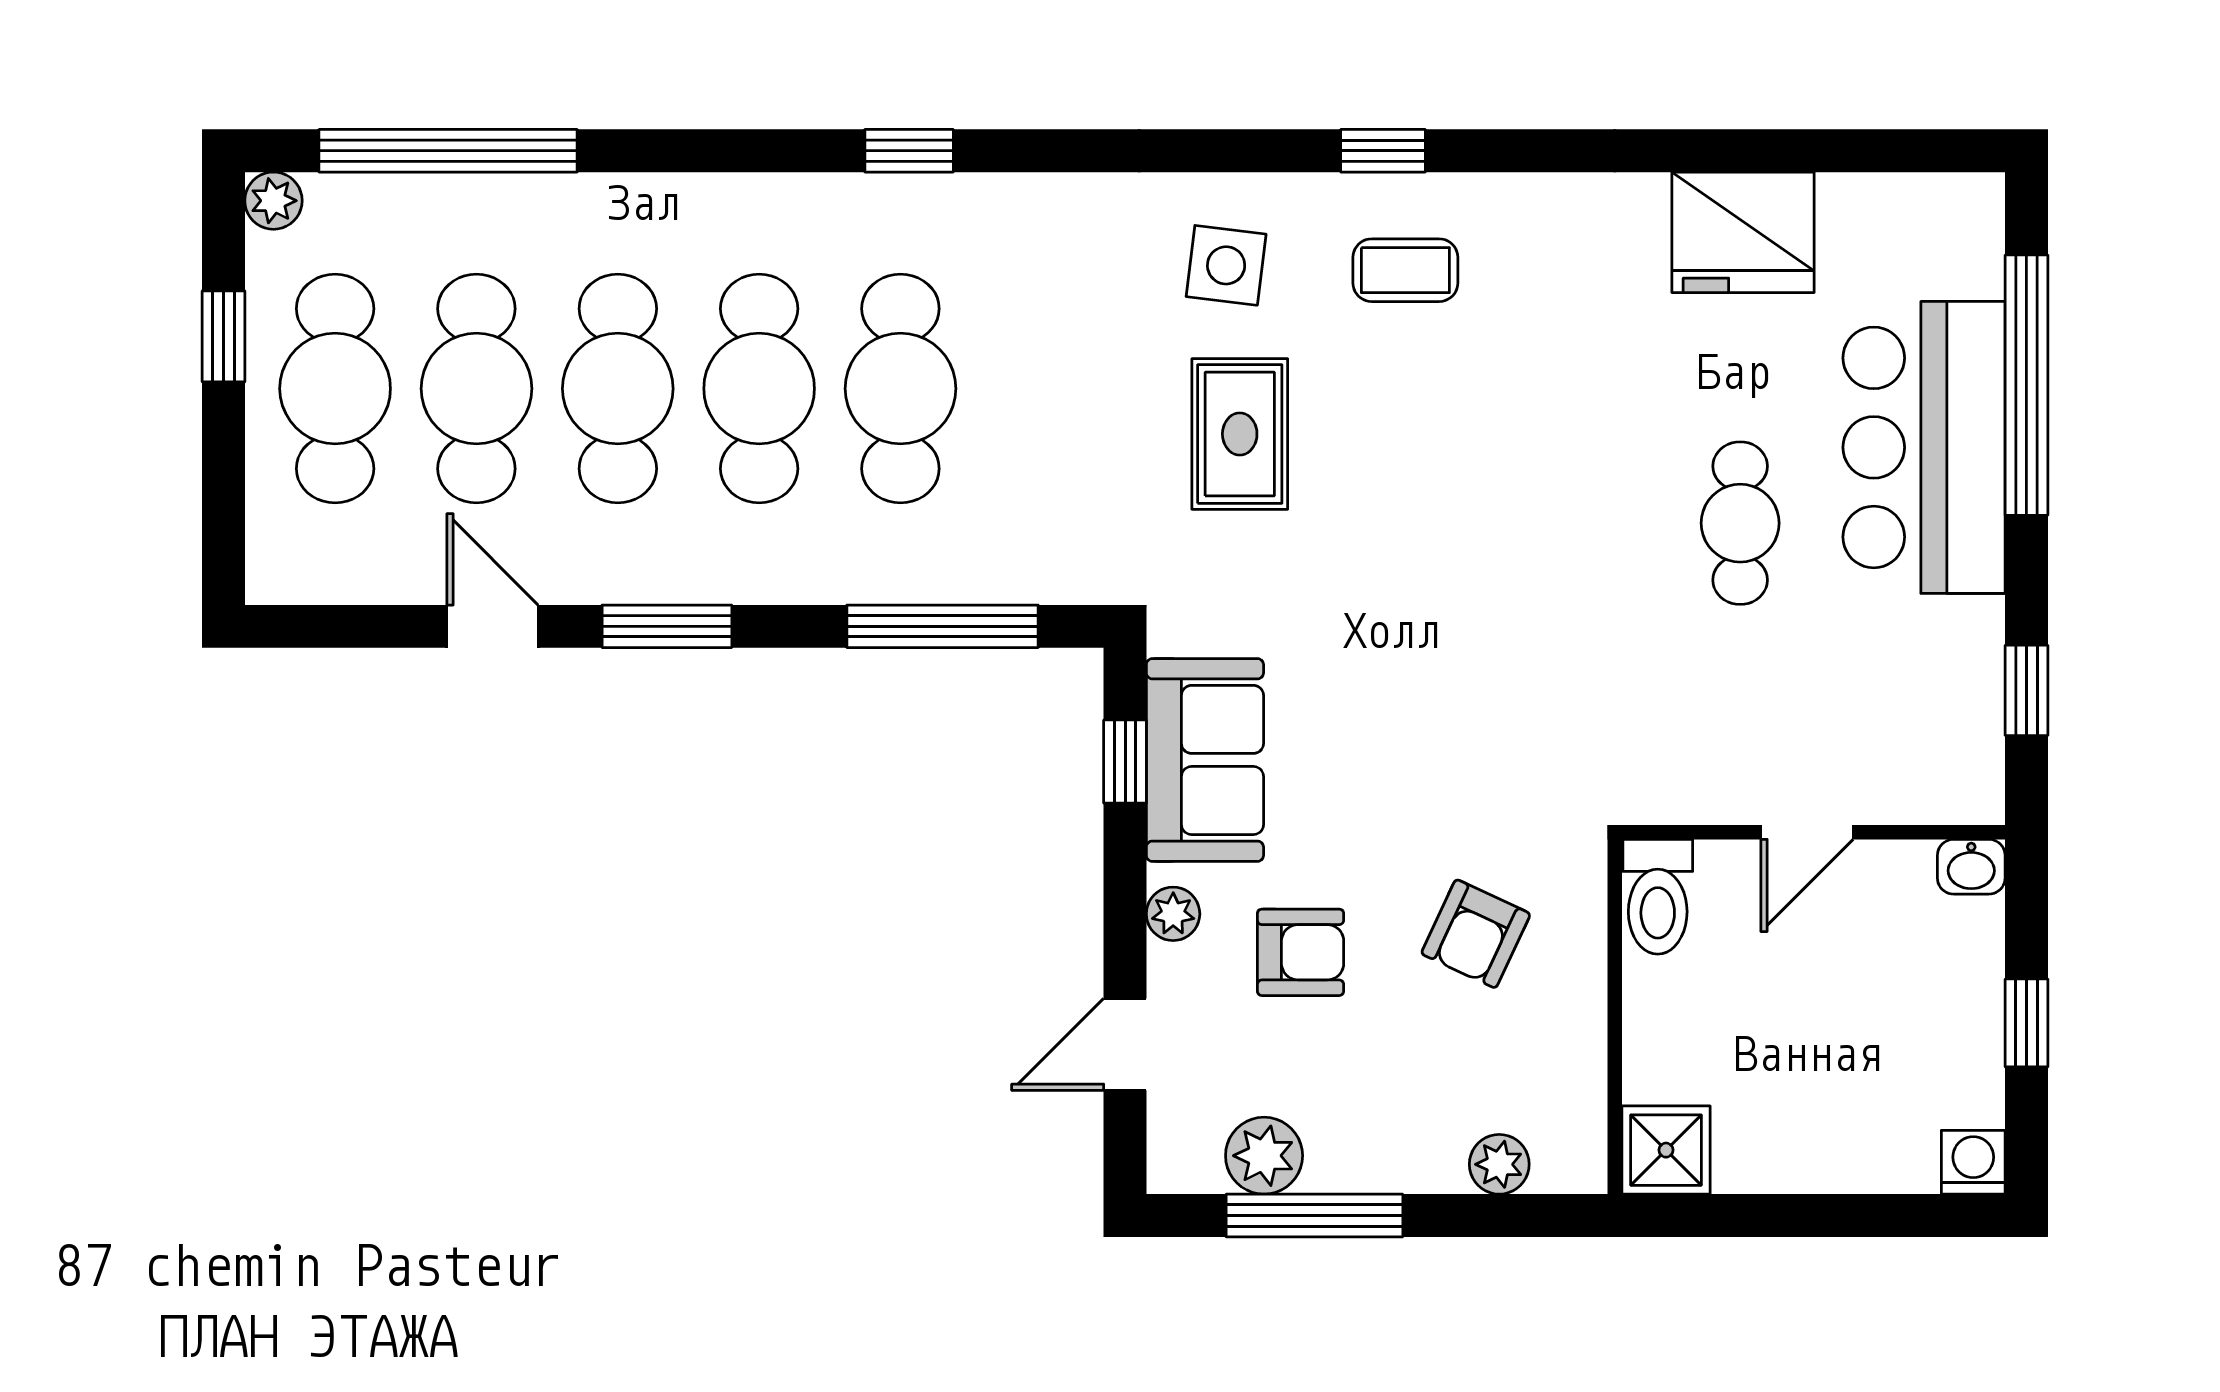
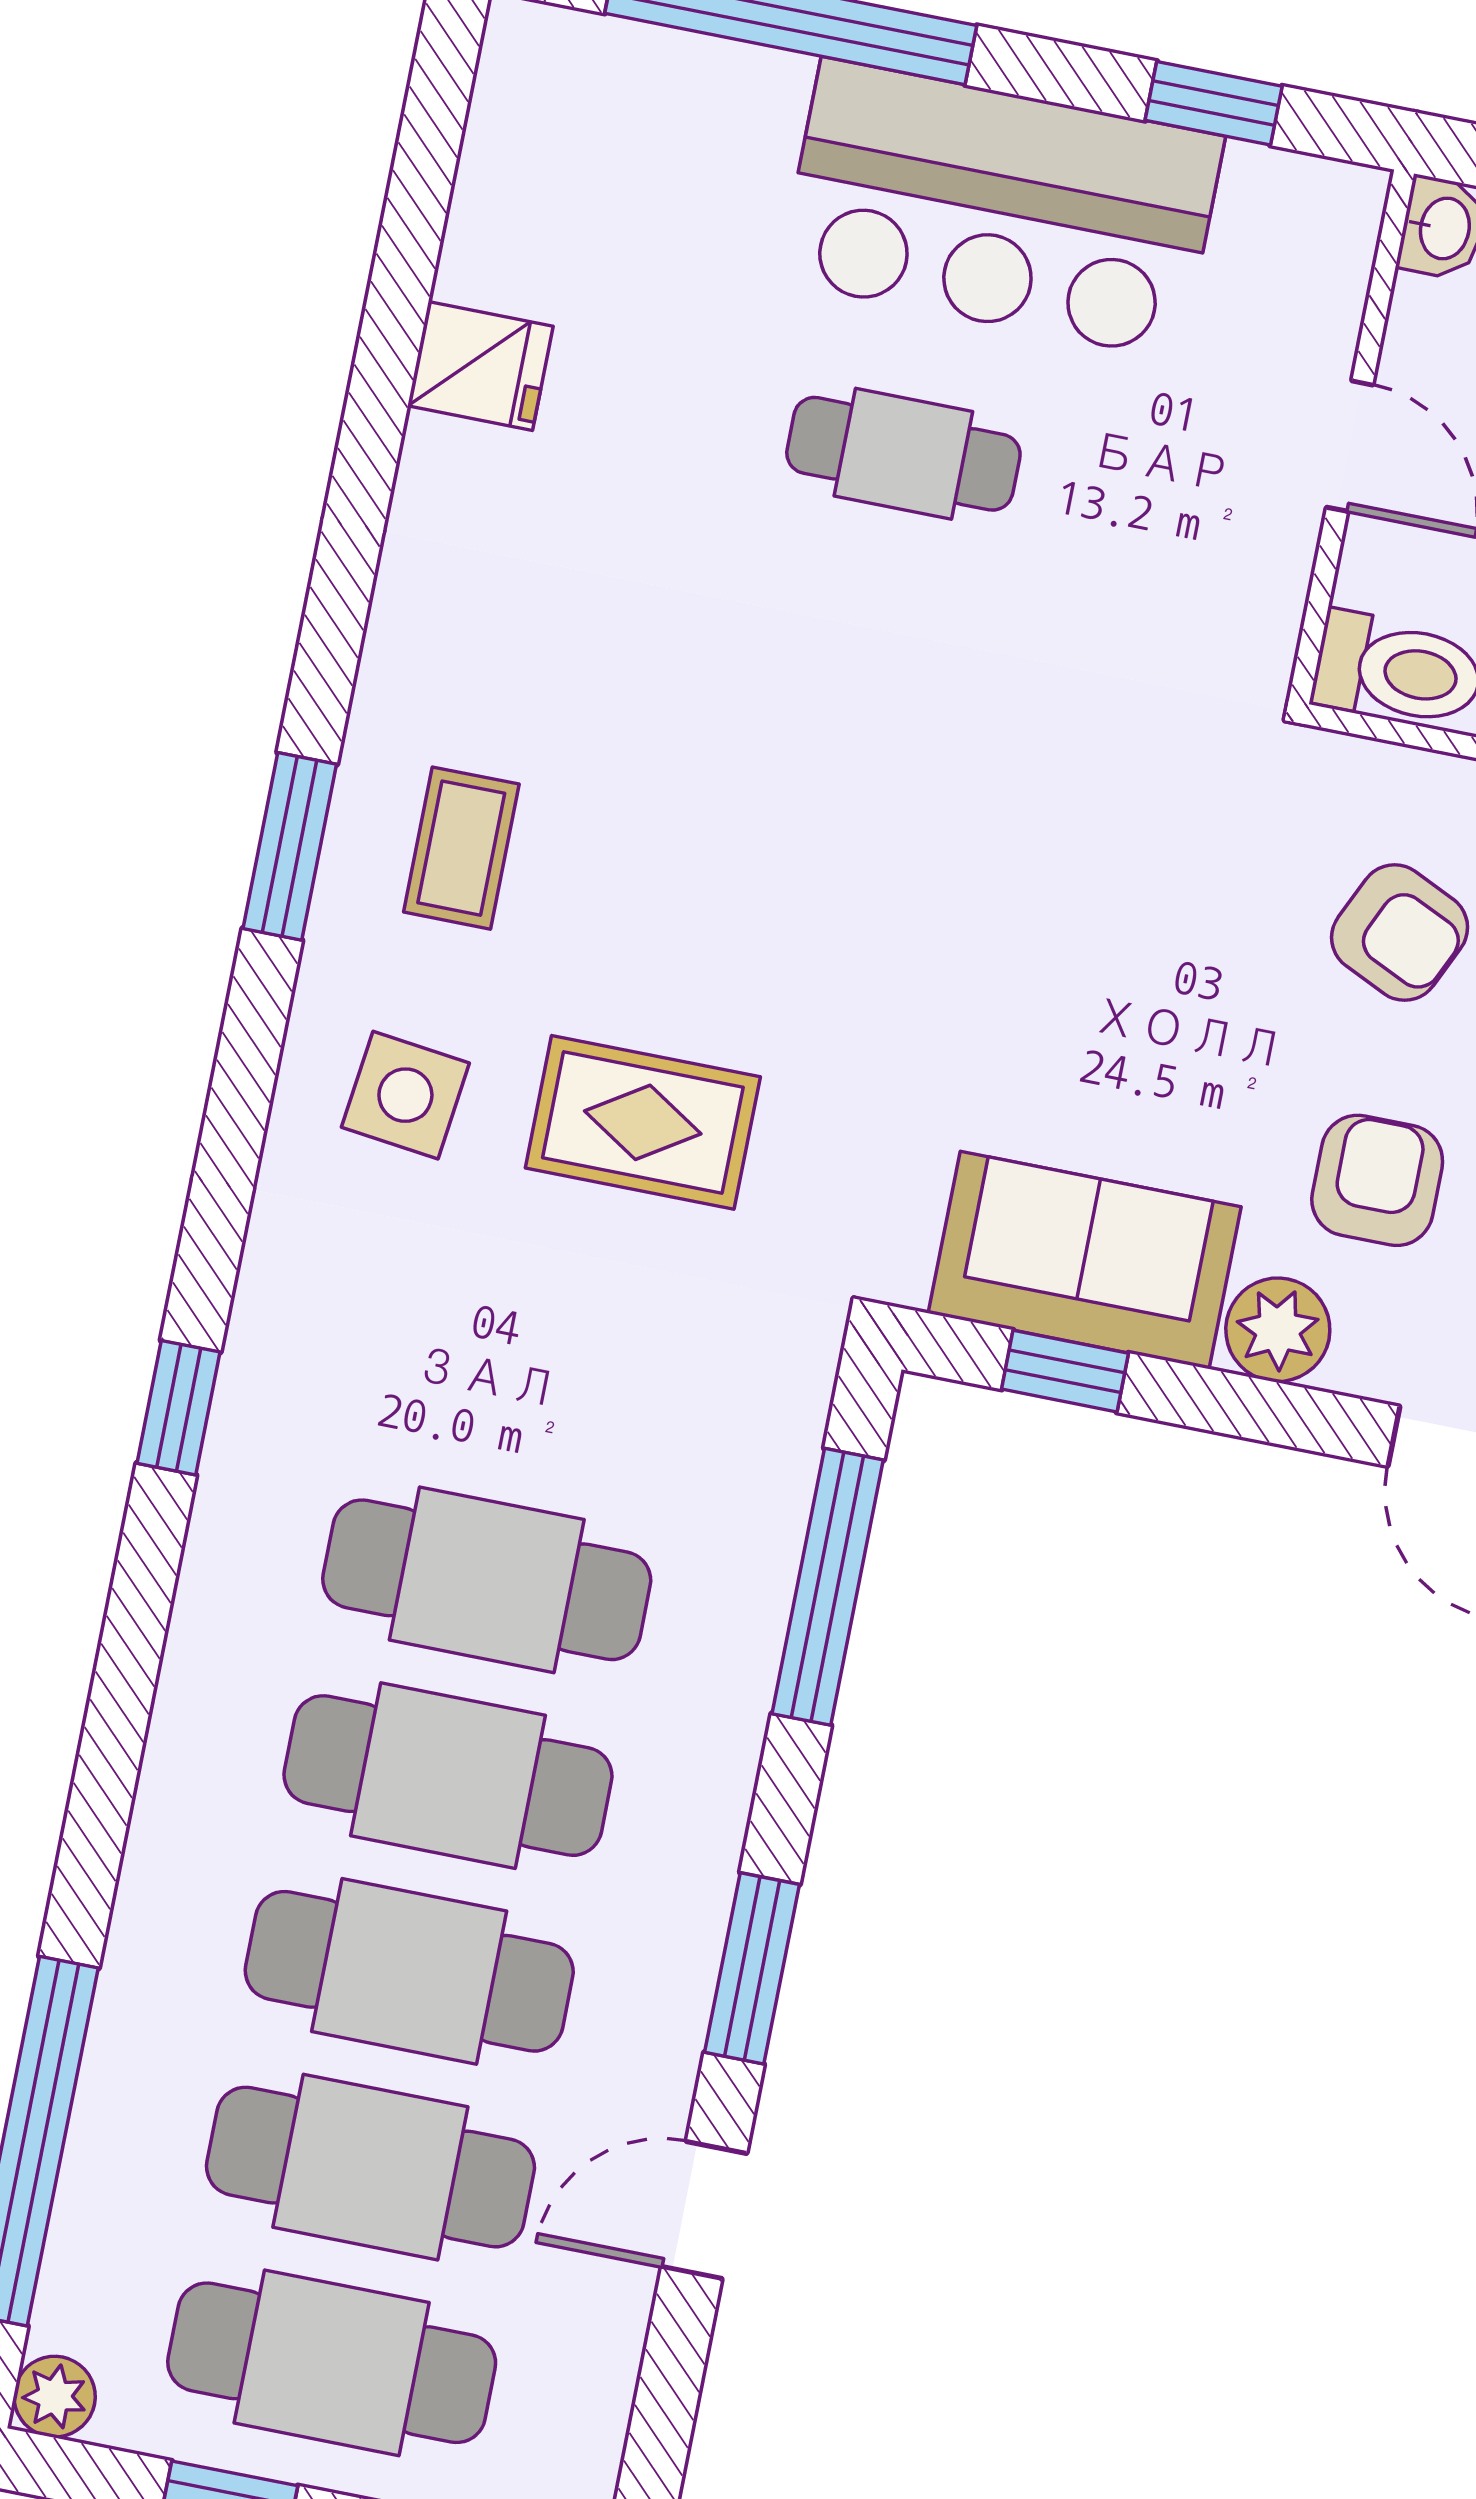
window: (909, 151) -> (179, 1408), moved
window: (1383, 151) -> (290, 846), width x1.50
fridge: (1743, 232) -> (480, 366), width x0.53, depth x0.75
bar counter: (1924, 447) -> (1001, 209), moved
plant: (1173, 914) -> (1278, 1330), width x1.38, depth x1.38

